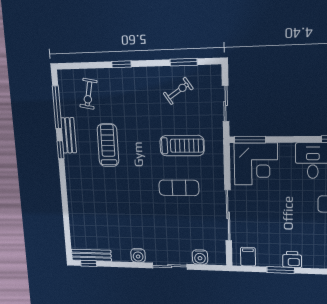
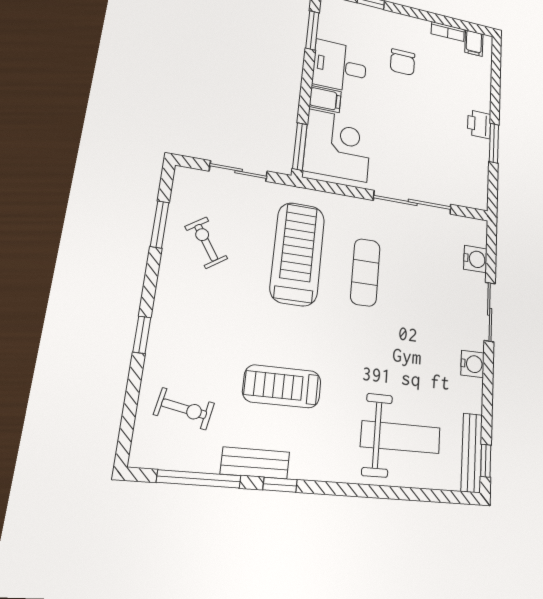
treadmill: (182, 146) -> (297, 254), width x1.37, depth x1.38
weight bench: (93, 214) -> (401, 437), added
filing cabinet: (248, 257) -> (325, 99), moved, turned 180

